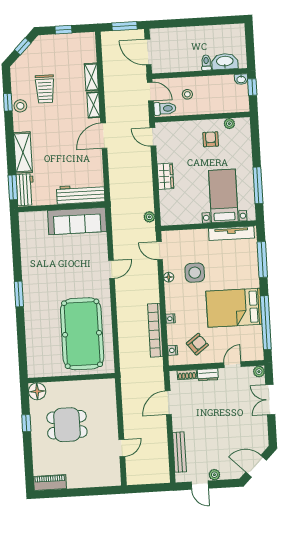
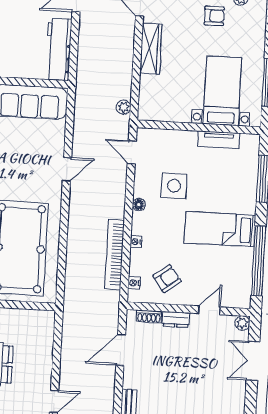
armchair: (211, 139) -> (214, 16), turned 90
wardrobe: (165, 176) -> (151, 49), width x1.50
workbench: (81, 194) -> (59, 49), moved, turned -90
tv unit: (231, 233) -> (219, 140), width x0.71
floor lamp: (169, 277) -> (139, 205), moved
bed: (234, 308) -> (220, 229), width x0.67

